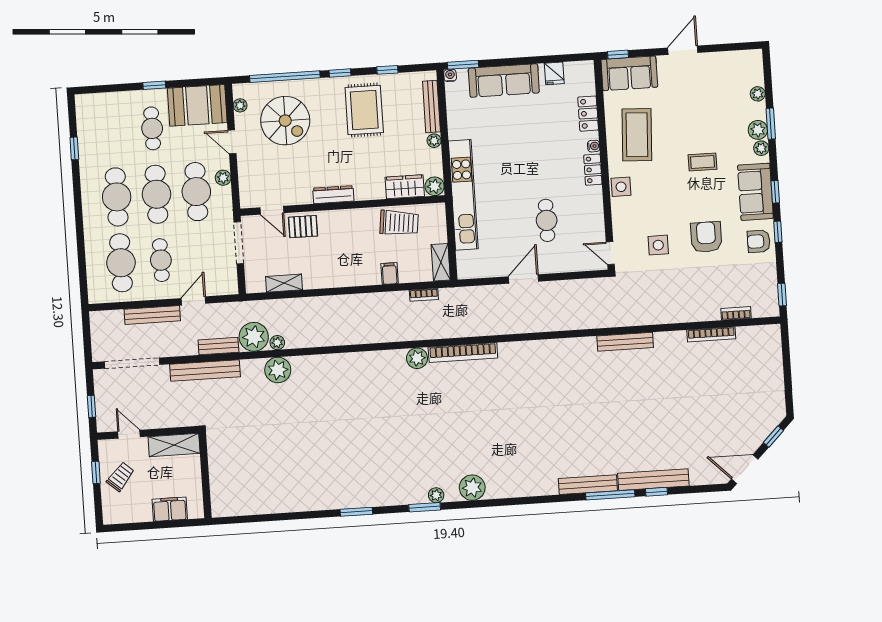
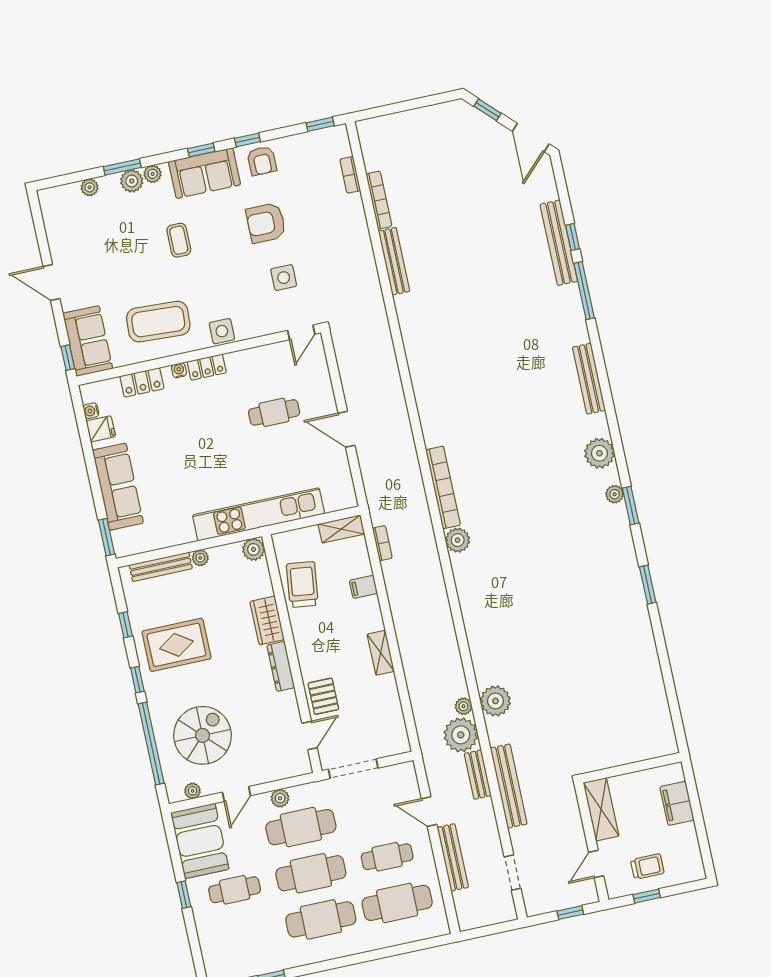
water cooler: (450, 75) -> (91, 411), moved
wardrobe: (405, 187) -> (267, 620), moved
shelving: (284, 283) -> (381, 653), moved
bench: (625, 342) -> (394, 261), moved
doorway: (132, 363) -> (513, 873), width x0.53
trolley: (120, 477) -> (647, 867), turned 139
bench: (588, 485) -> (589, 379), moved

